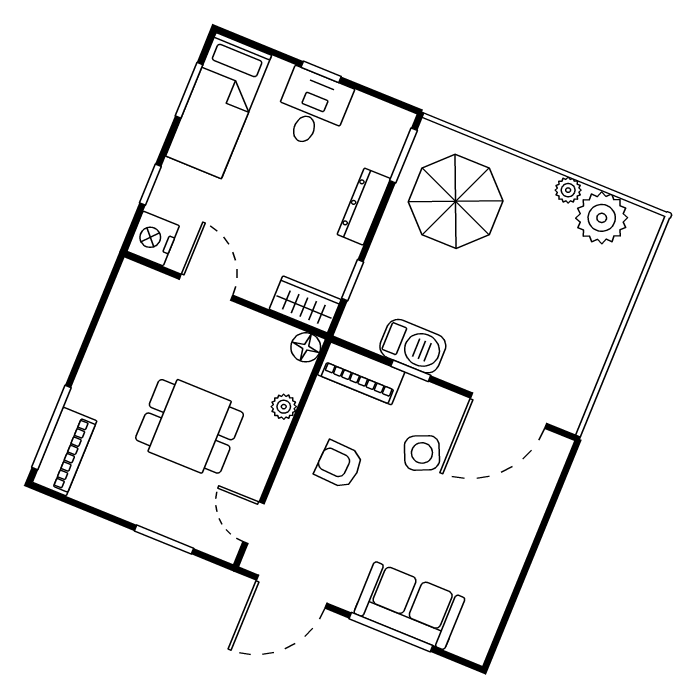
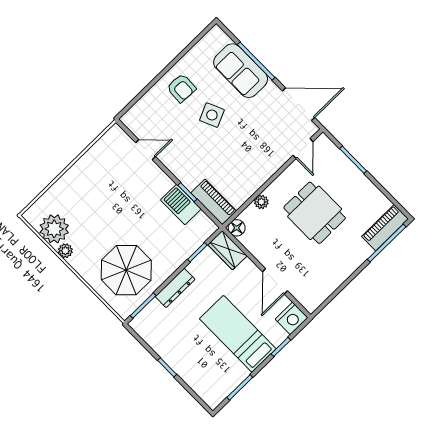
bed: (219, 106) -> (238, 334), moved, turned -90
desk: (312, 109) -> (180, 350), removed
door: (509, 411) -> (146, 150), width x0.53
side table: (422, 453) -> (212, 115), moved
armchair: (339, 465) -> (181, 88), moved

